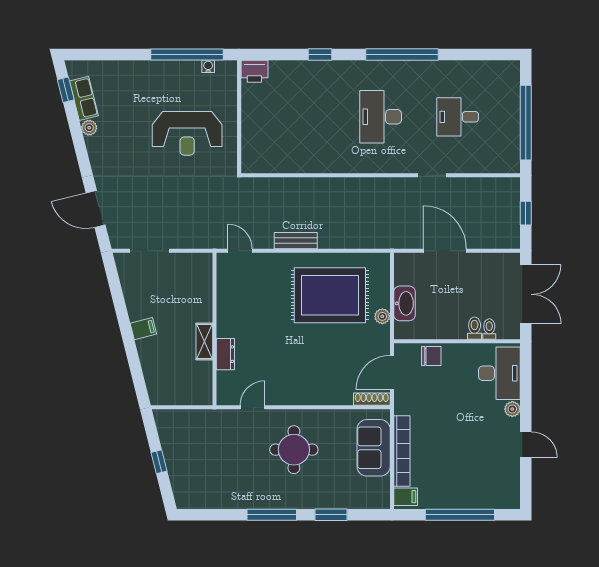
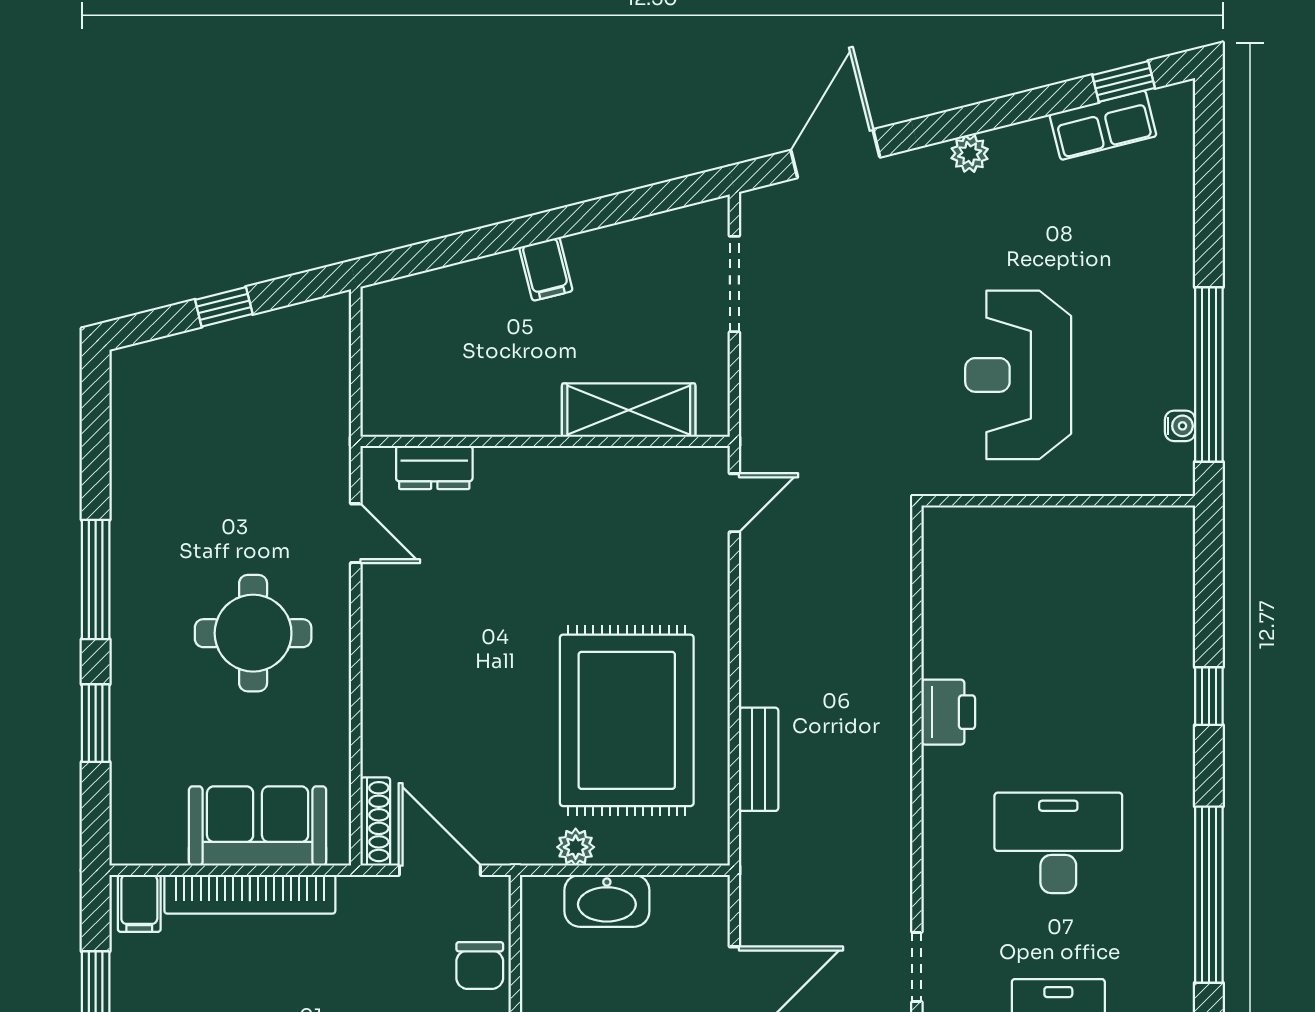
printer: (254, 71) -> (948, 712), moved, turned 180
plant: (89, 128) -> (970, 154), moved
bench: (296, 241) -> (759, 759), moved
shelving: (204, 342) -> (629, 410), moved, width x1.50, depth x1.33
dresser: (225, 354) -> (434, 467), moved

